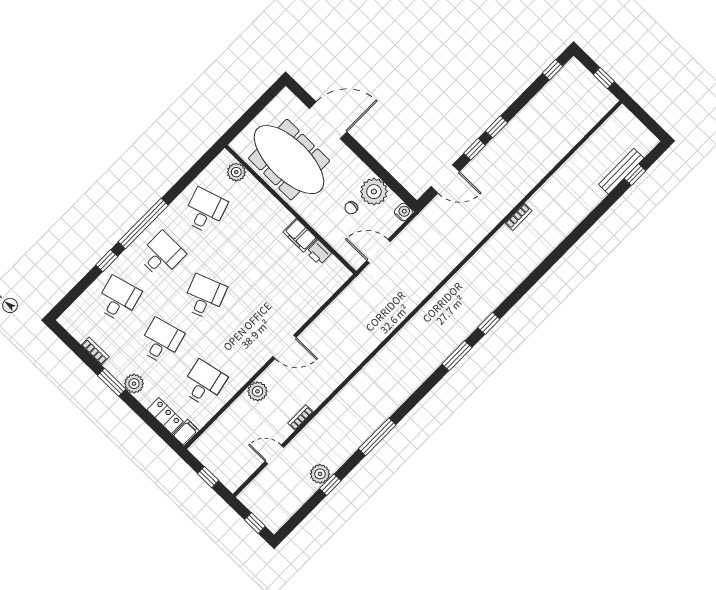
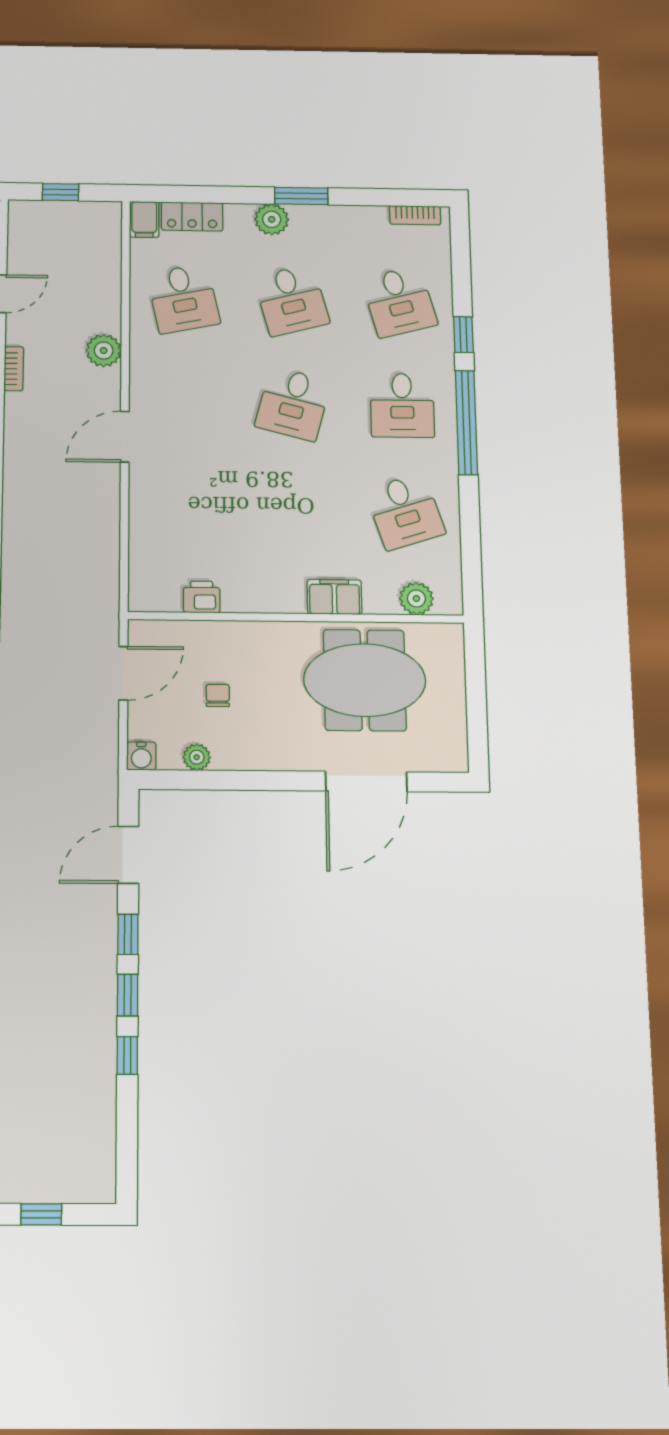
window: (553, 70) -> (127, 1056), moved
meeting table: (289, 160) -> (365, 680), width x0.73
plant: (374, 192) -> (197, 757), width x0.53, depth x0.53
filing cabinet: (300, 235) -> (334, 597), moved
desk: (204, 297) -> (293, 404), turned 36
bookcase: (95, 351) -> (415, 215), moved

